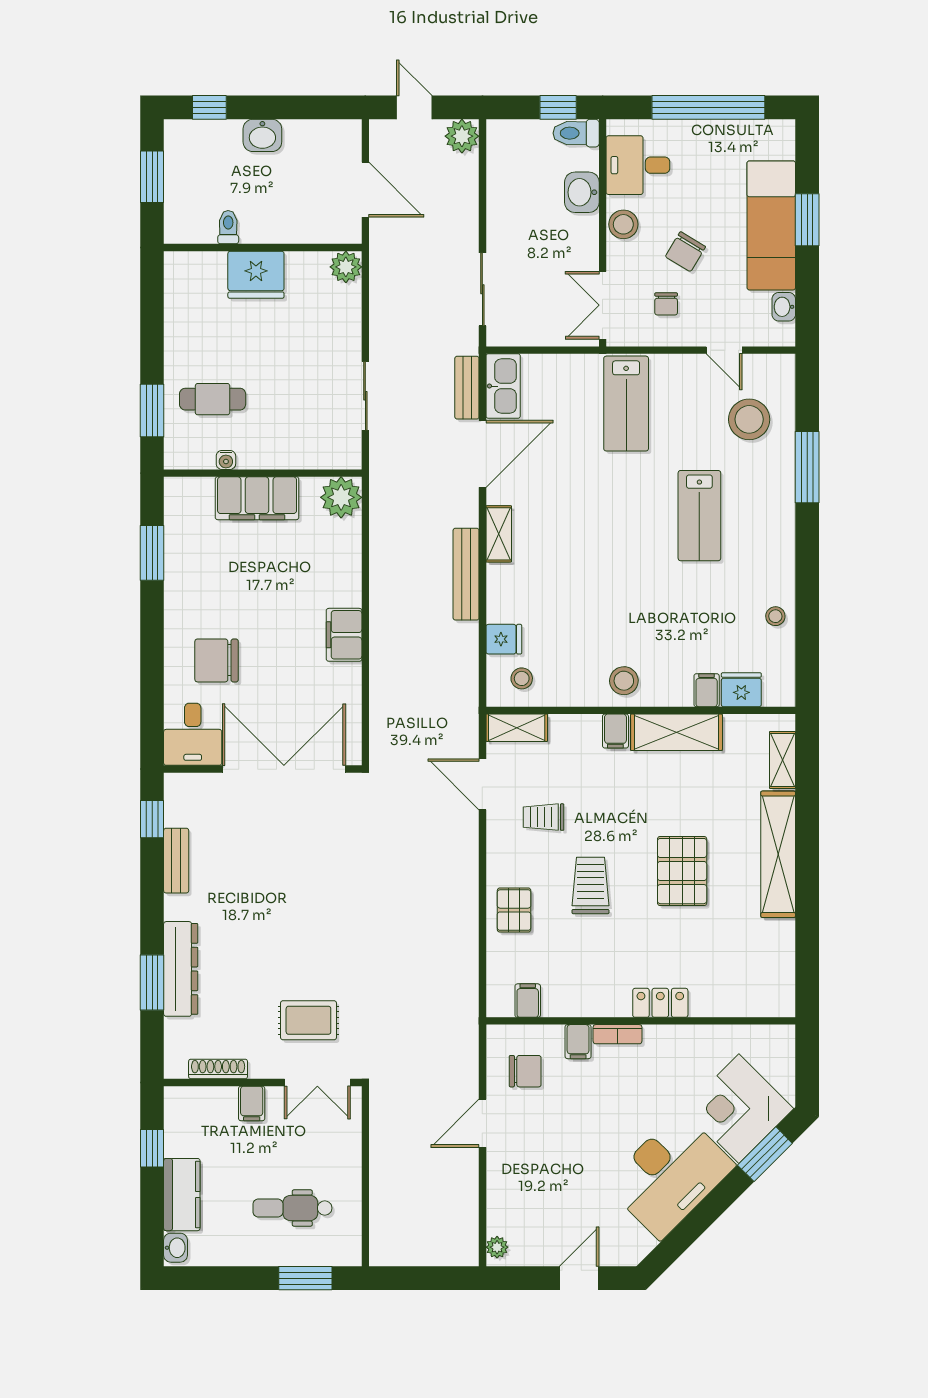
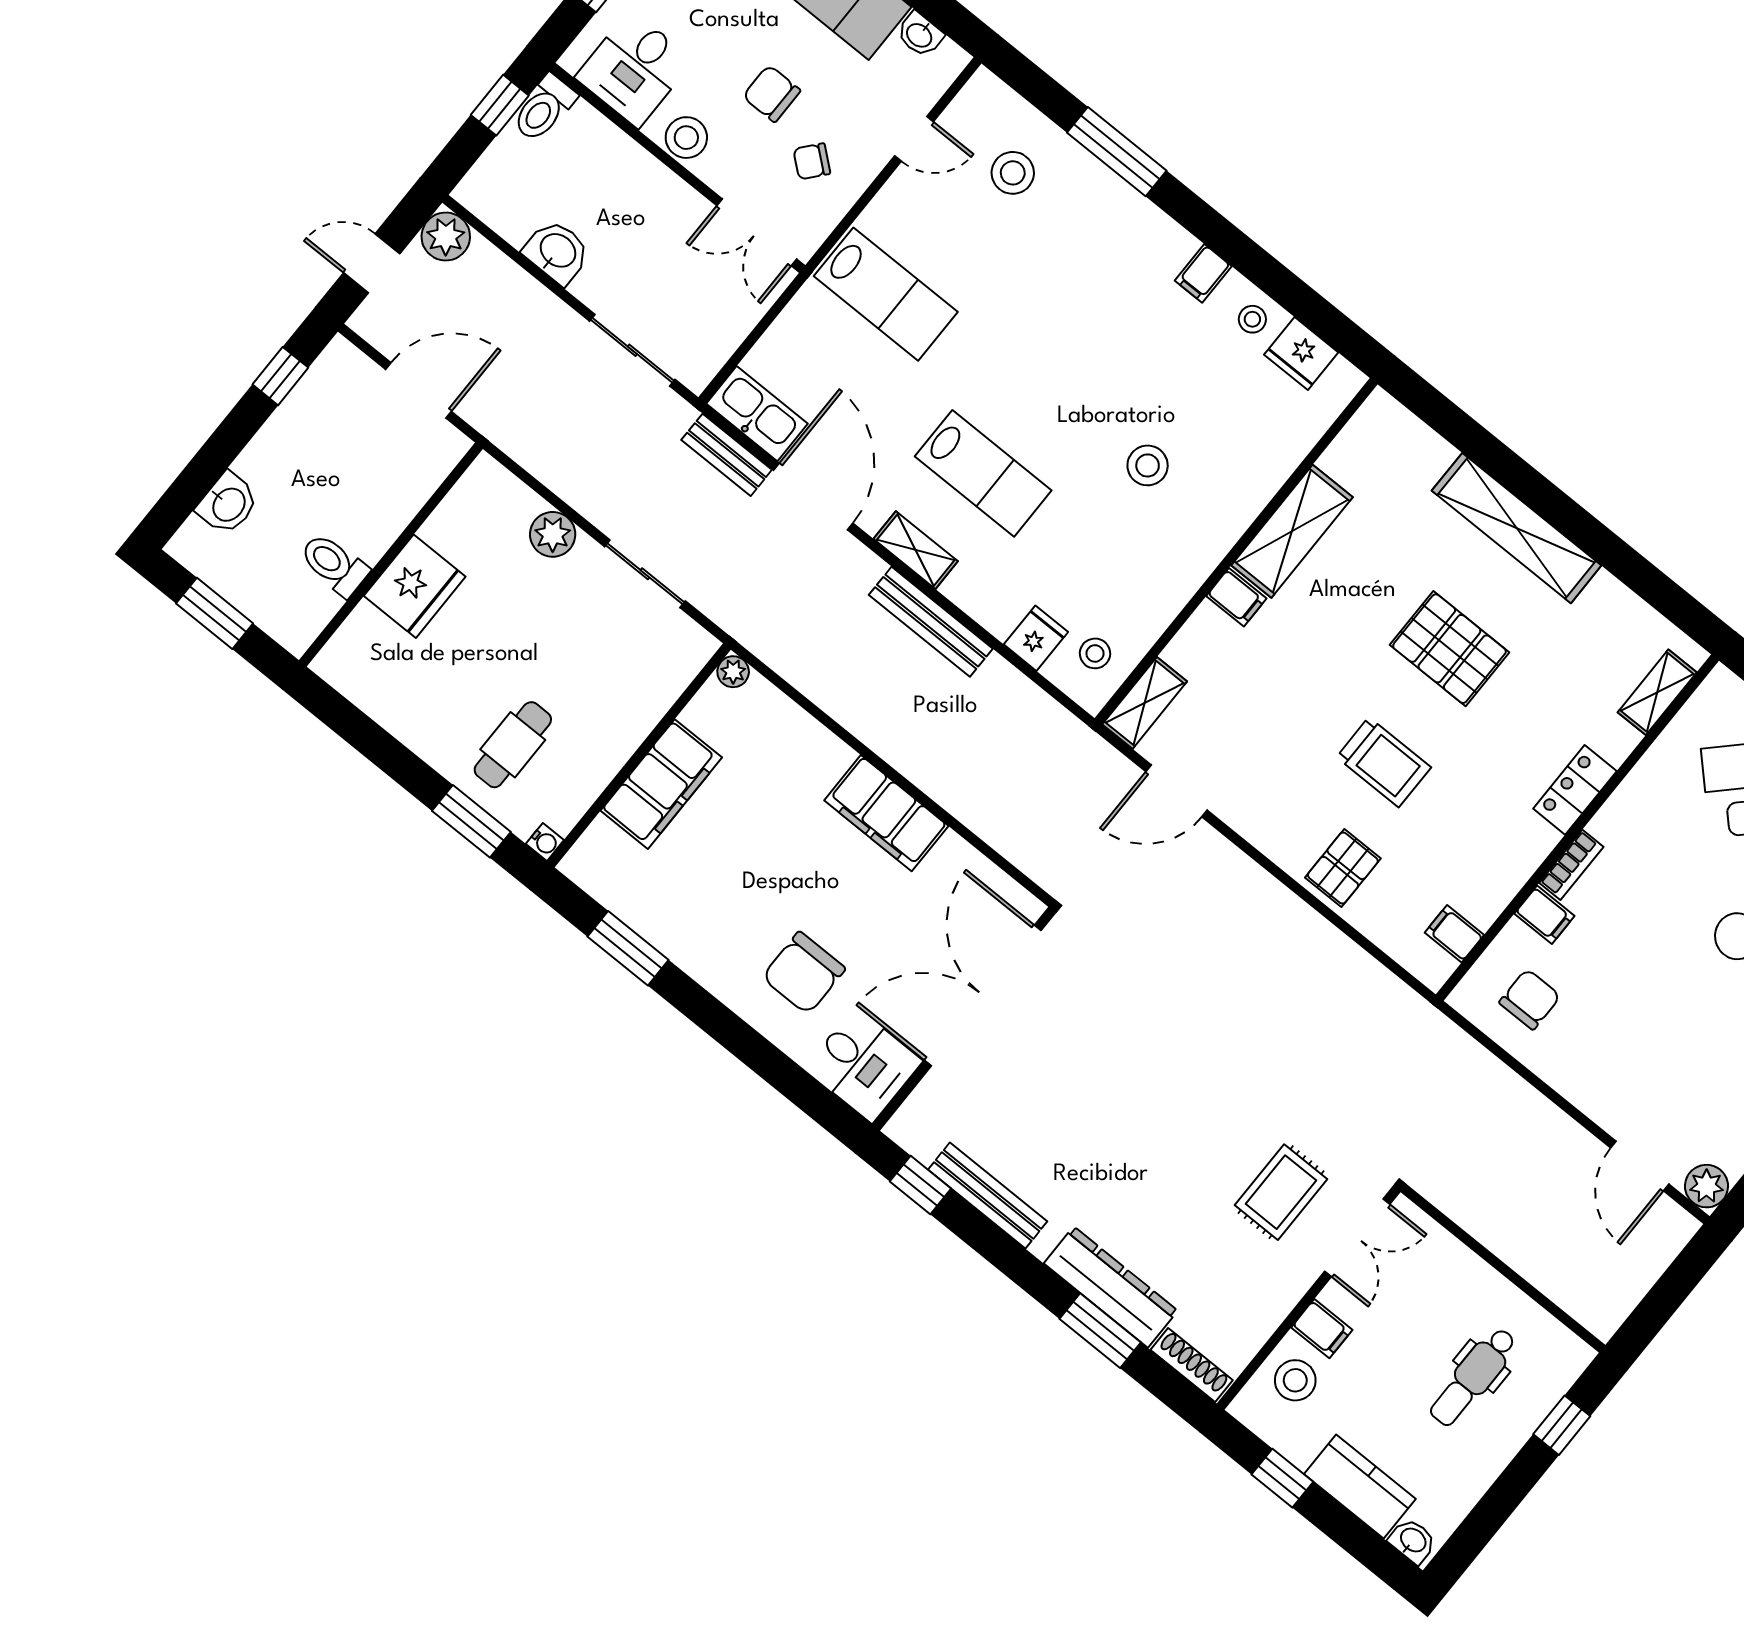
window: (209, 107) -> (280, 376), moved
washbasin: (262, 135) -> (228, 504), moved
washbasin: (582, 192) -> (557, 252), moved, turned 180
toilet: (228, 227) -> (334, 564), width x1.37, depth x1.39
chair: (685, 252) -> (772, 94), turned 149
plant: (346, 267) -> (553, 534), moved
chair: (666, 304) -> (812, 161), turned 130
stool: (749, 419) -> (1013, 173), width x0.73, depth x0.73
water cooler: (226, 460) -> (545, 842), moved
plant: (341, 497) -> (733, 672), width x0.53, depth x0.53
lab bench: (699, 516) -> (983, 473), moved
filing cabinet: (344, 635) -> (886, 813), width x1.50, depth x1.17
stool: (624, 681) -> (1148, 465), moved
filing cabinet: (707, 690) -> (1203, 273), moved, turned -90
fridge: (741, 690) -> (1301, 353), moved, turned -90
shelving: (783, 760) -> (1657, 692), moved, turned 90
trolley: (544, 817) -> (1267, 753), removed
bench: (176, 861) -> (988, 1195), width x1.36
trolley: (590, 885) -> (1384, 762), turned 180
pallet: (514, 910) -> (1343, 868), turned 90
shoe rack: (218, 1069) -> (1192, 1365), moved, turned 90
stool: (211, 1112) -> (1295, 1380), added
door: (482, 1123) -> (1640, 1166), moved
plant: (497, 1247) -> (1706, 1186), width x1.38, depth x1.38
window: (305, 1278) -> (1562, 1425), width x0.67

